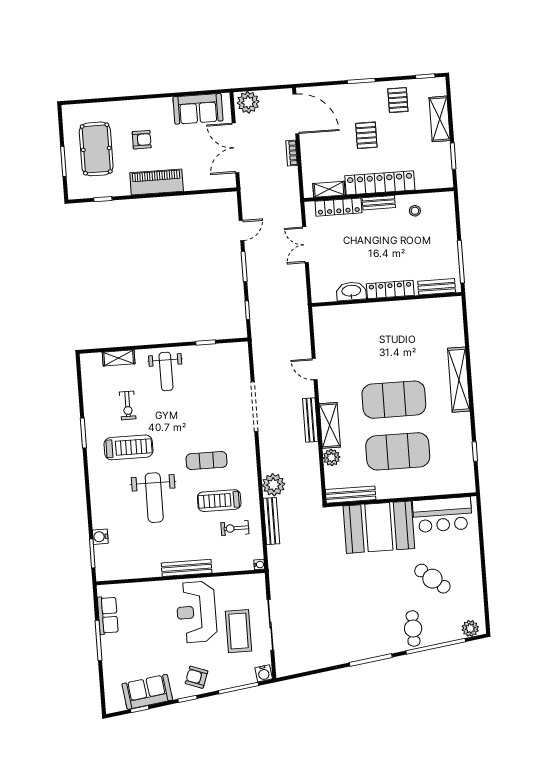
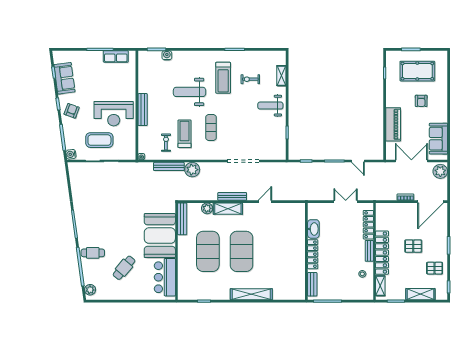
piano: (157, 182) -> (393, 124), moved
shelving: (329, 189) -> (380, 286), moved
reception desk: (196, 612) -> (114, 114), turned 180

